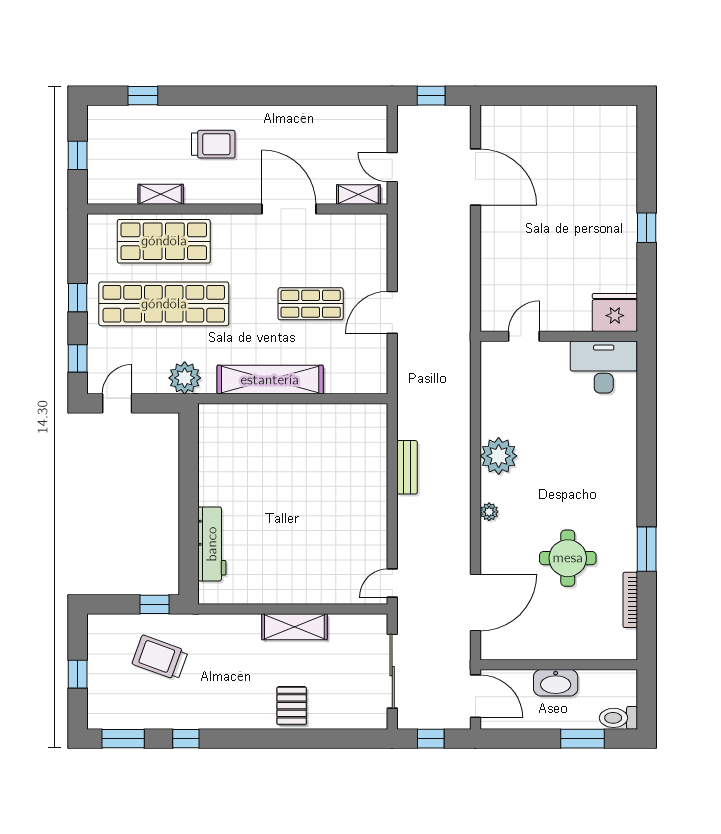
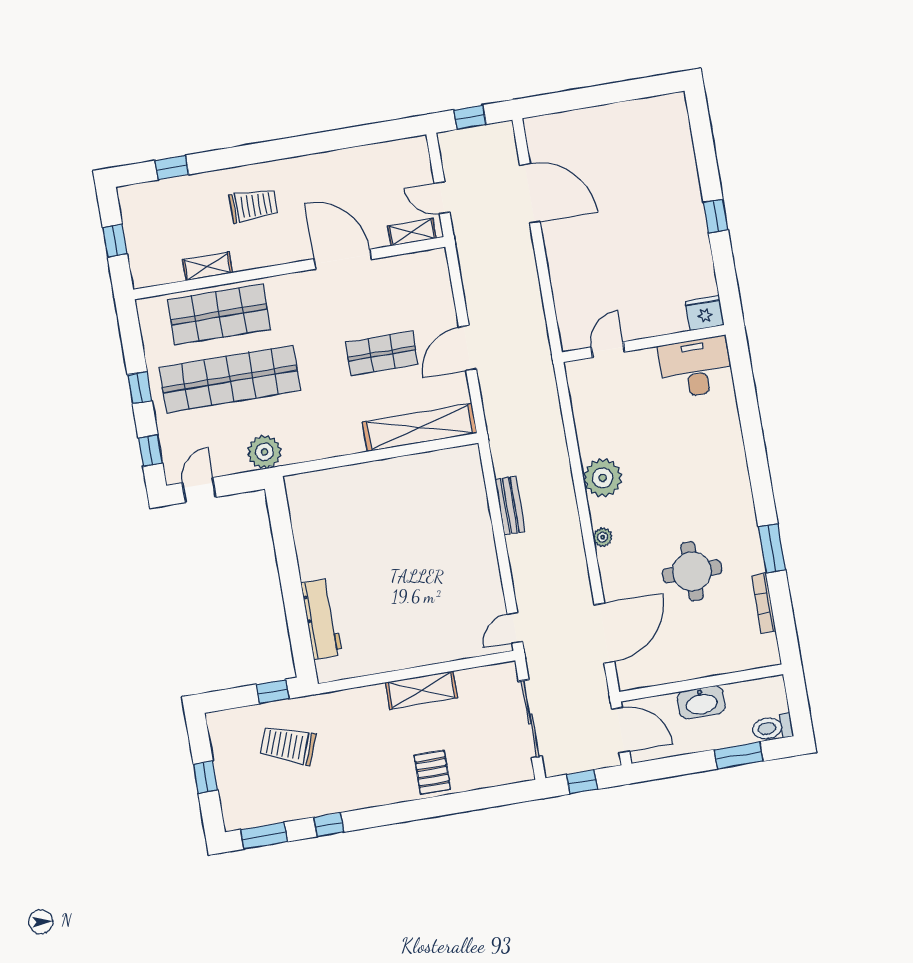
fridge: (615, 312) -> (705, 313), width x0.73, depth x0.75
shelving: (270, 380) -> (420, 428), moved

